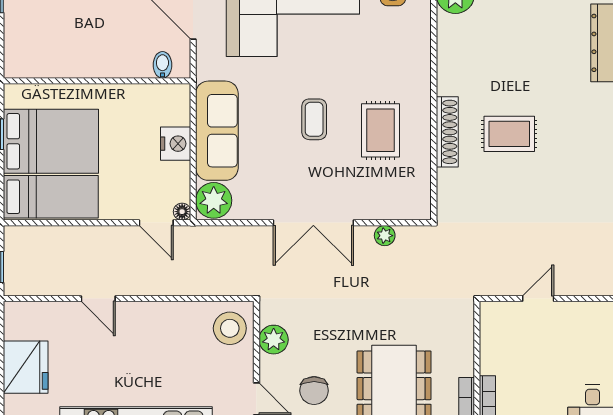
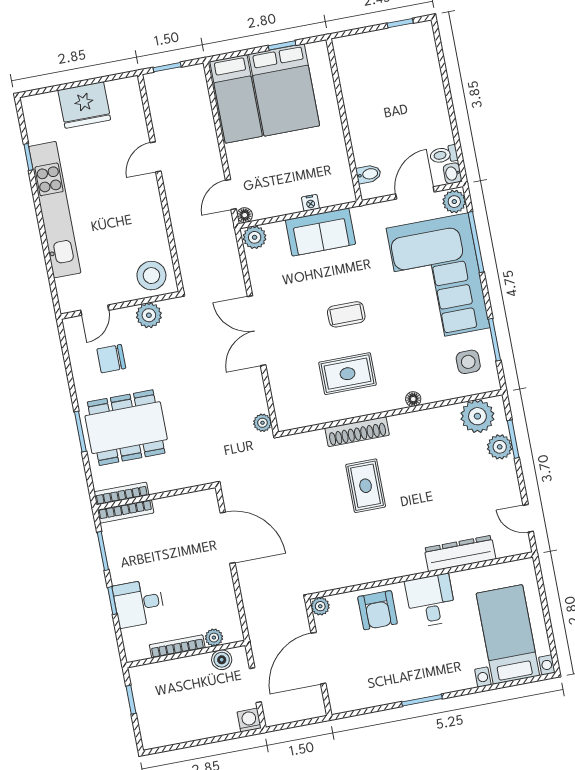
floor lamp: (423, 62) -> (413, 399), added
sofa: (217, 131) -> (320, 232), width x0.73
nightstand: (176, 144) -> (310, 203), width x0.53, depth x0.56
plant: (214, 200) -> (255, 237), width x0.73, depth x0.73
plant: (385, 236) -> (262, 423), moved
door: (538, 299) -> (228, 538), width x1.87

